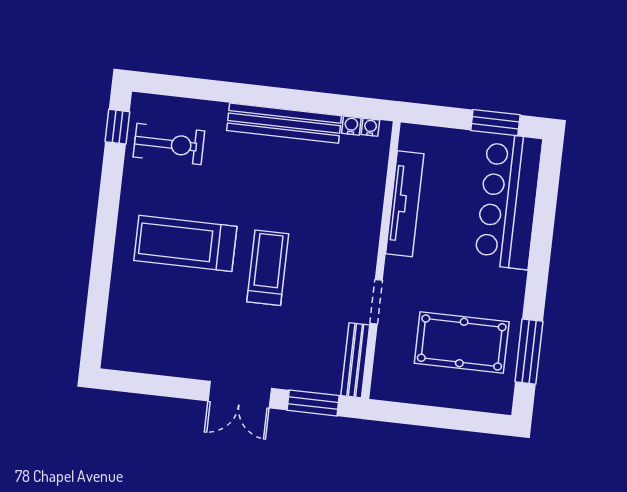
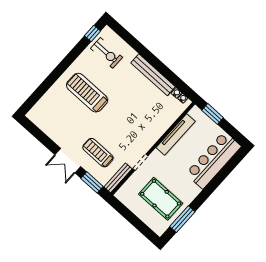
window: (495, 123) -> (213, 114), moved
treadmill: (268, 268) -> (98, 153), moved, turned -90

